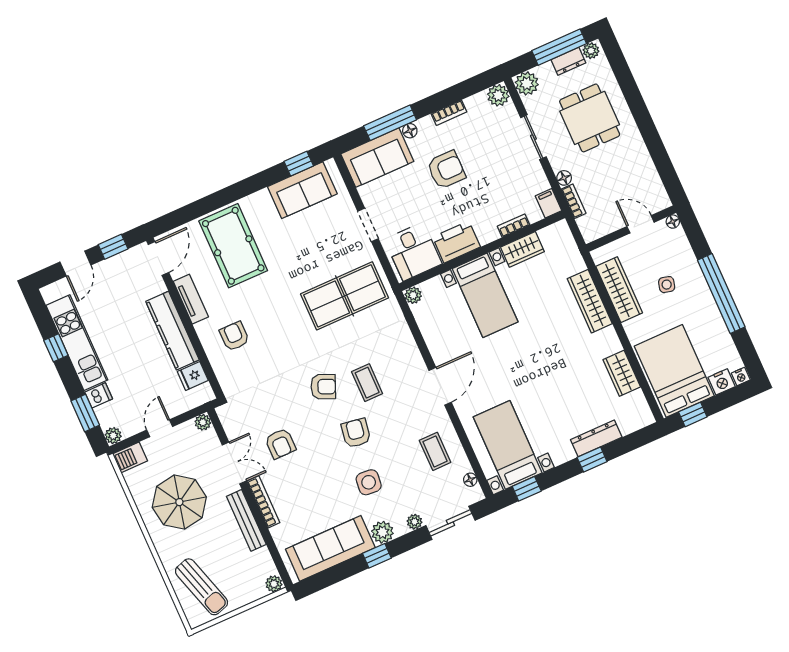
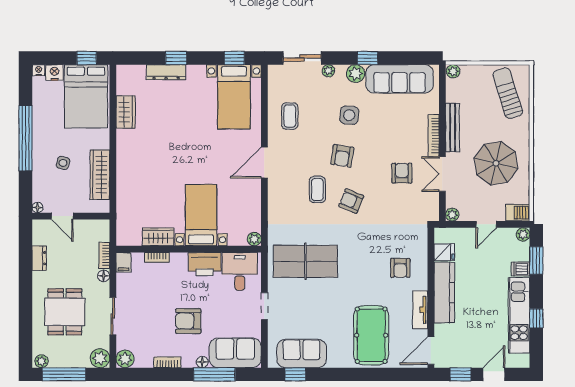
dresser: (568, 61) -> (39, 258), moved, turned 90
wardrobe: (590, 301) -> (125, 176), removed
floor lamp: (470, 480) -> (273, 83), removed

